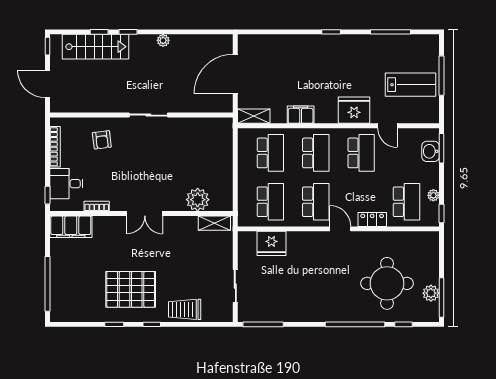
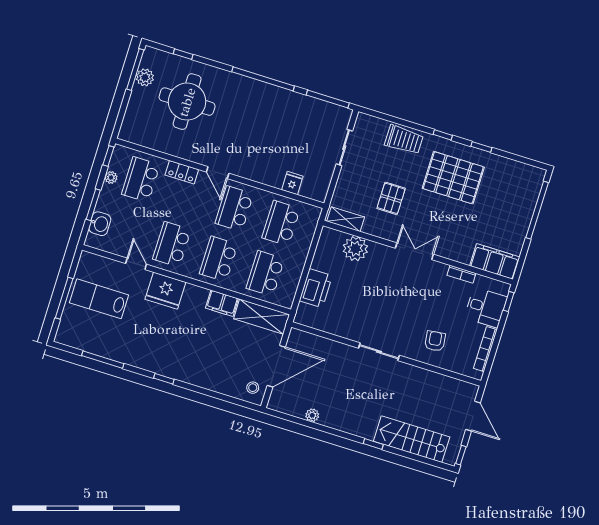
window: (99, 32) -> (403, 453), removed
plant: (163, 40) -> (312, 415), moved
stool: (250, 49) -> (253, 388), added
shelving: (254, 116) -> (262, 317), width x1.50, depth x1.33
window: (442, 148) -> (93, 205), moved
printer: (222, 154) -> (316, 288), added
fridge: (271, 243) -> (292, 183), width x0.53, depth x0.75
pallet: (180, 254) -> (391, 198), added
window: (355, 324) -> (263, 79), moved

